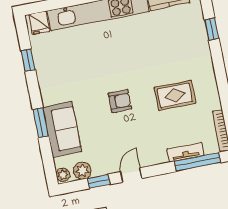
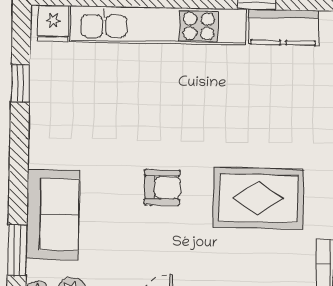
rug: (175, 95) -> (258, 198), width x1.36, depth x1.43
window: (41, 123) -> (17, 250), moved

